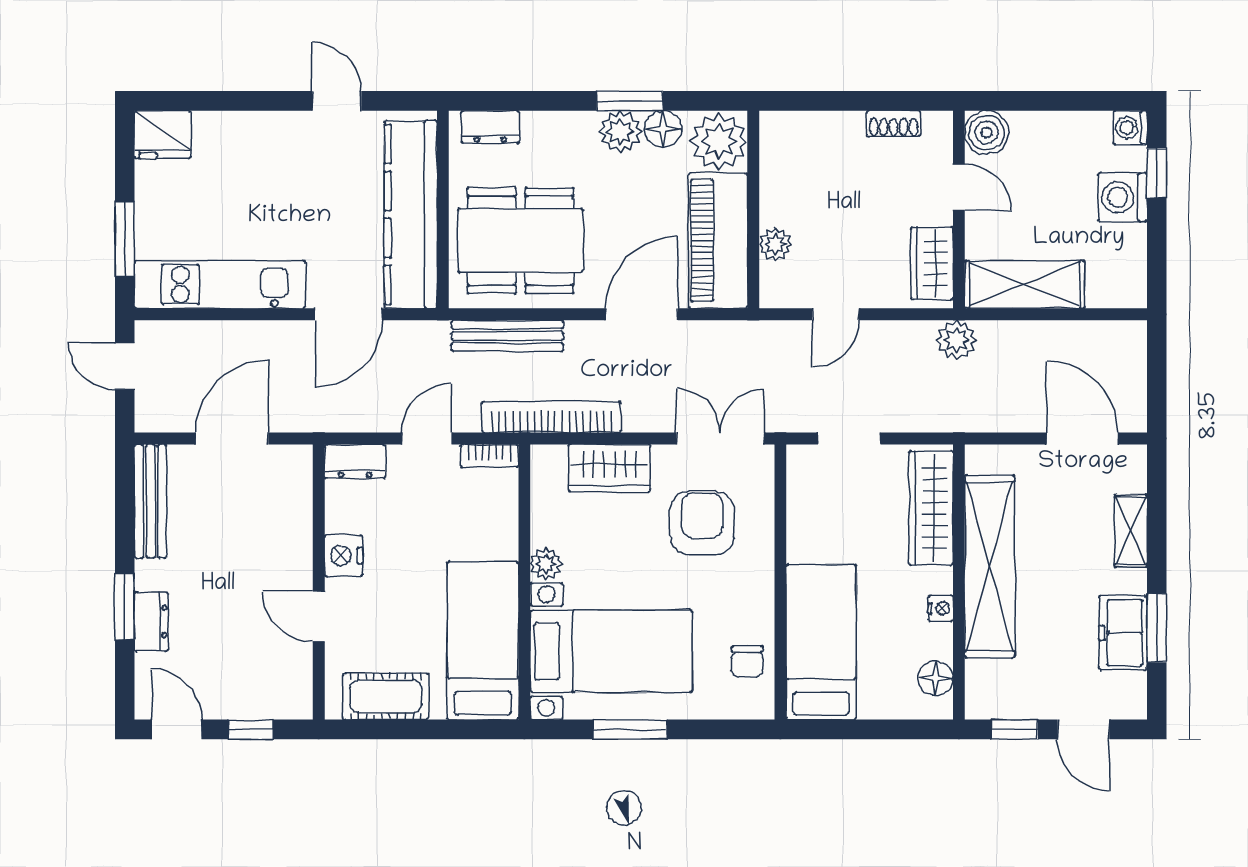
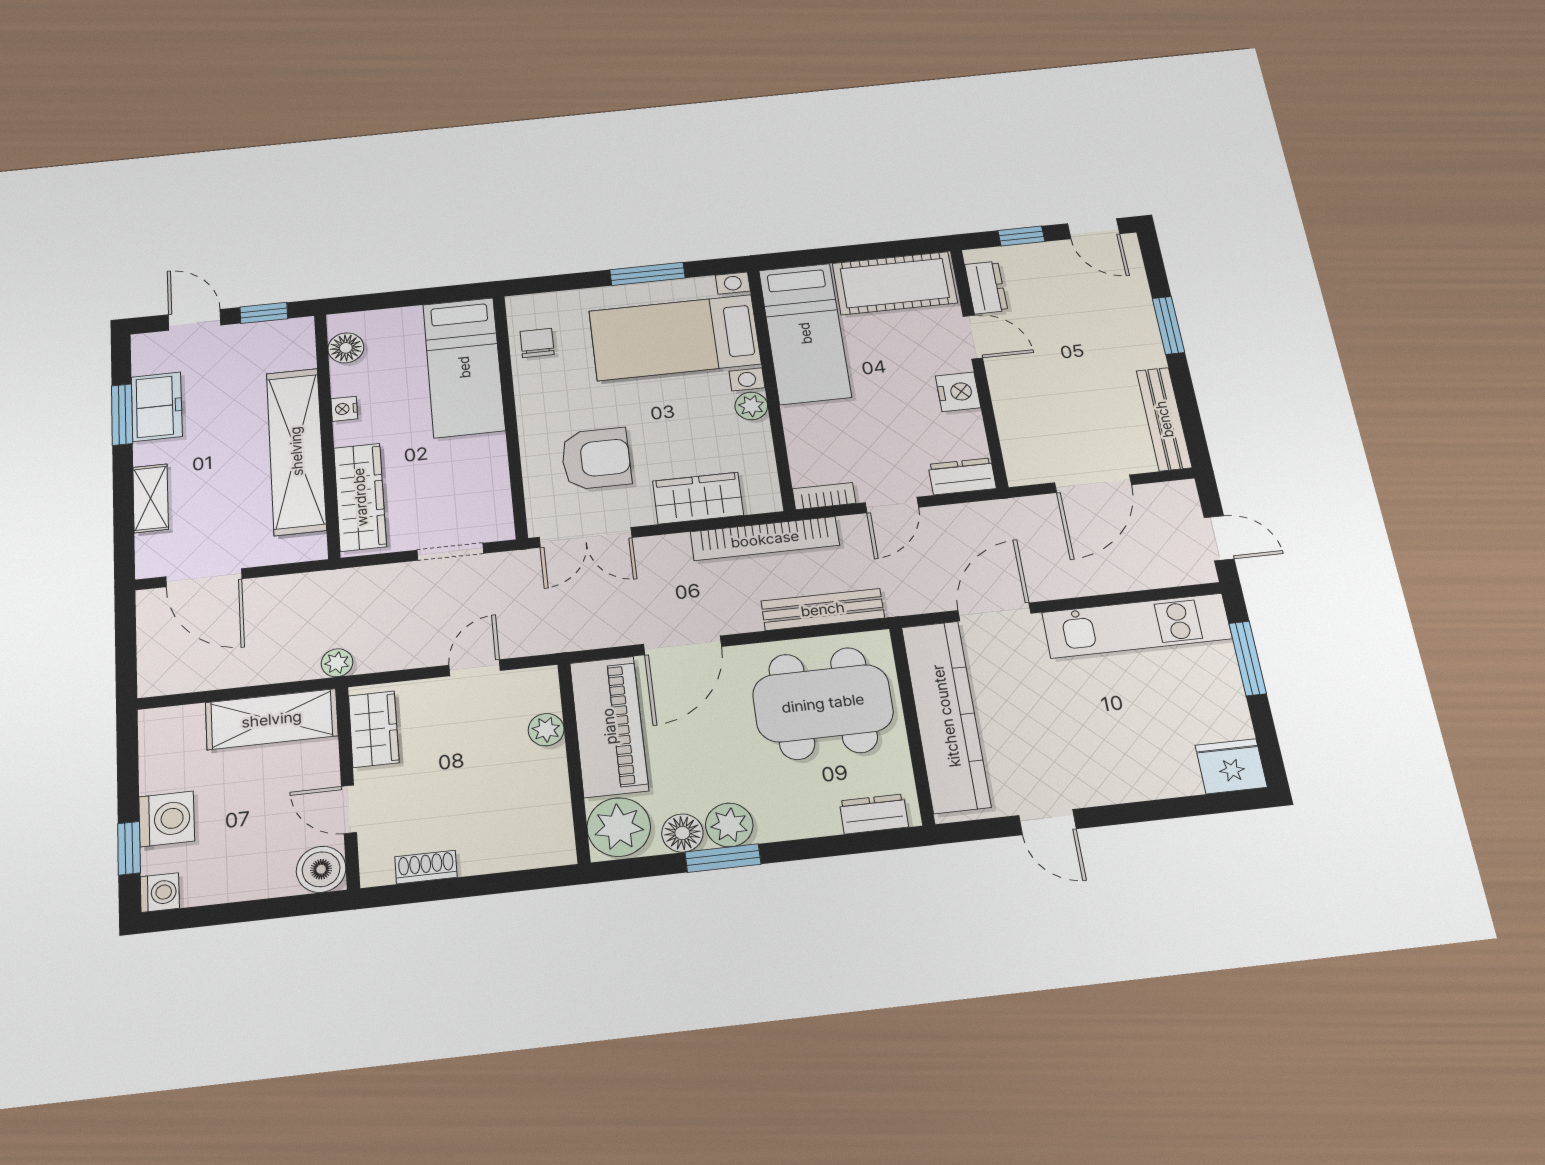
plant: (957, 340) -> (337, 663), width x0.73, depth x0.73
armchair: (702, 523) -> (596, 459), turned -90
dresser: (151, 622) -> (986, 288), moved, turned 180
cot: (386, 697) -> (895, 283), width x1.37, depth x1.34

